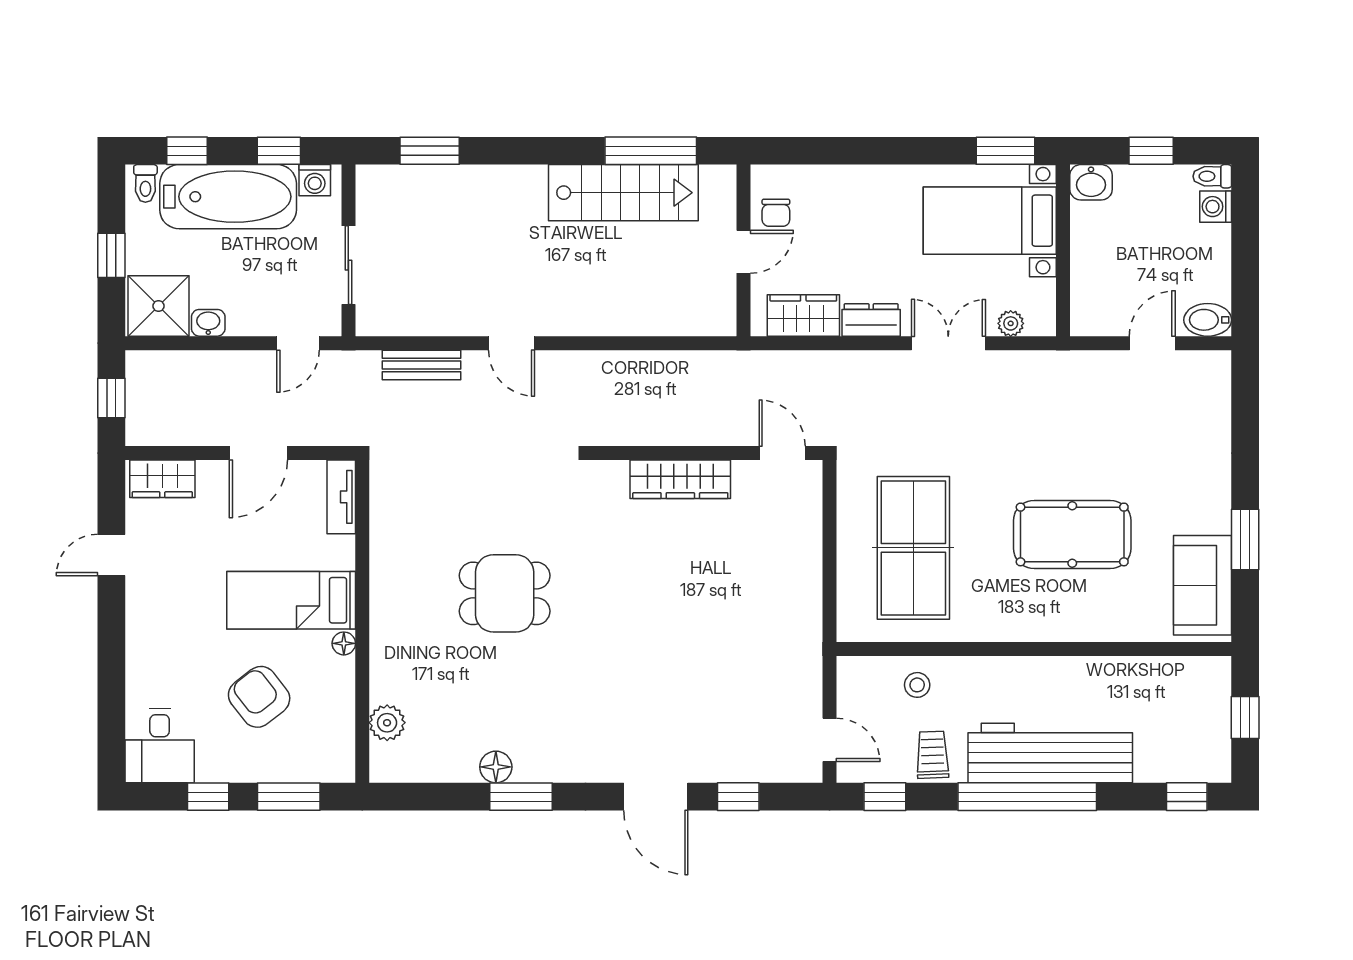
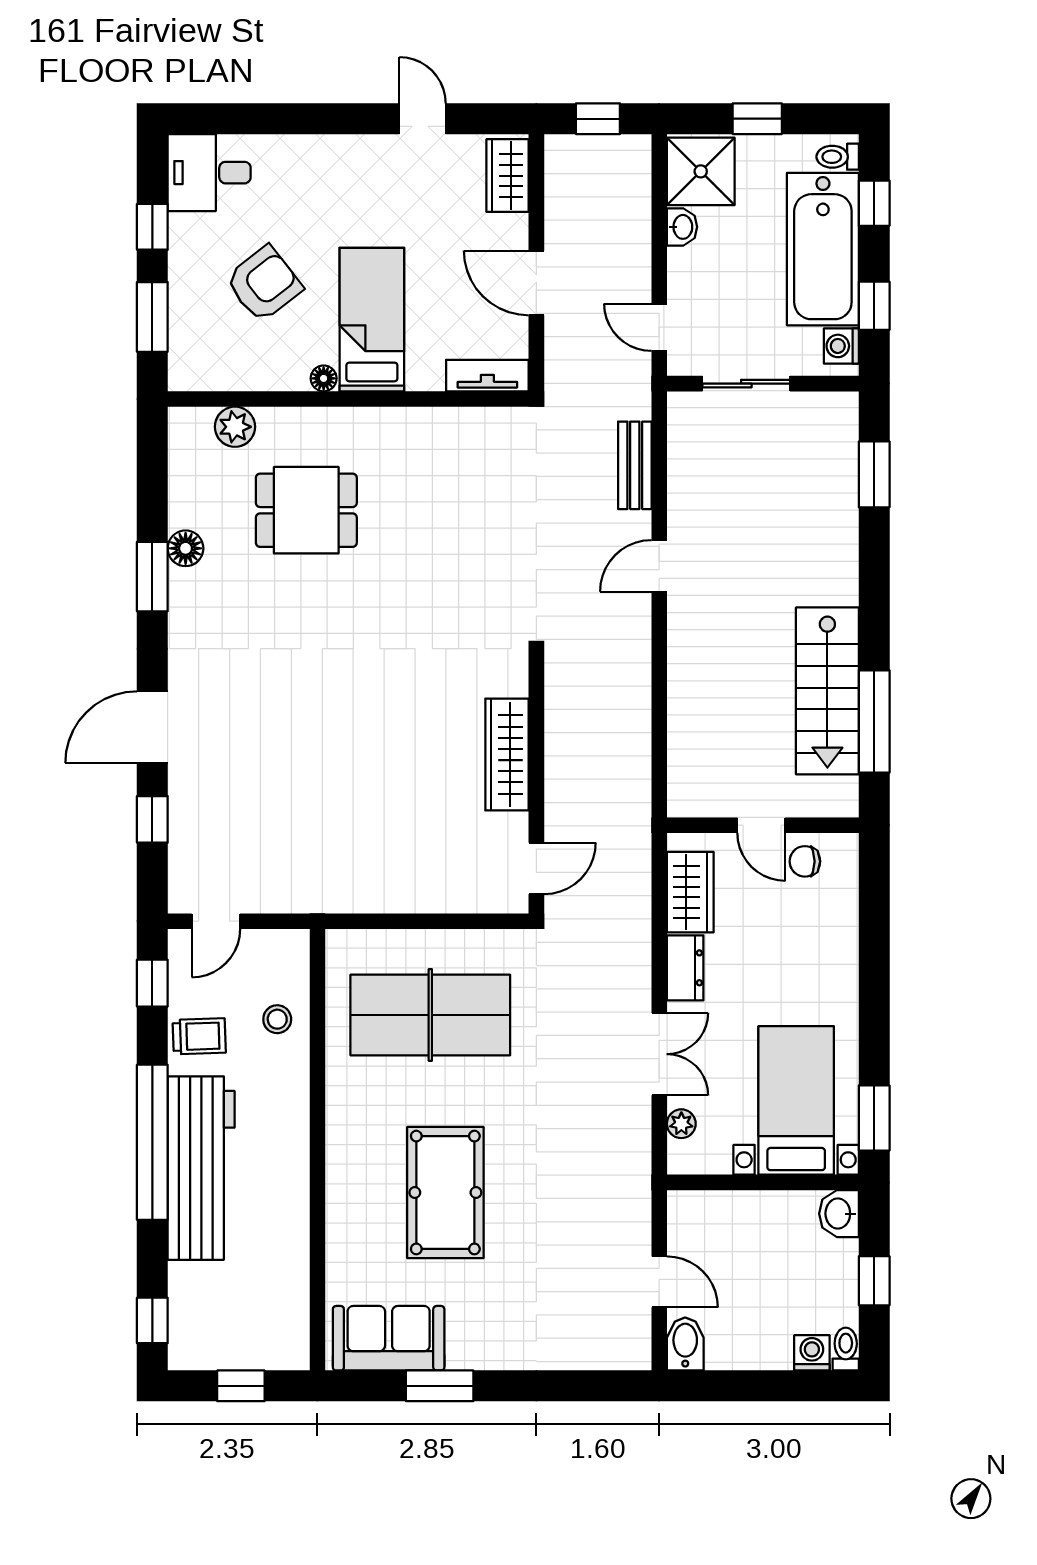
dining table: (505, 593) -> (306, 510), moved, turned 90

